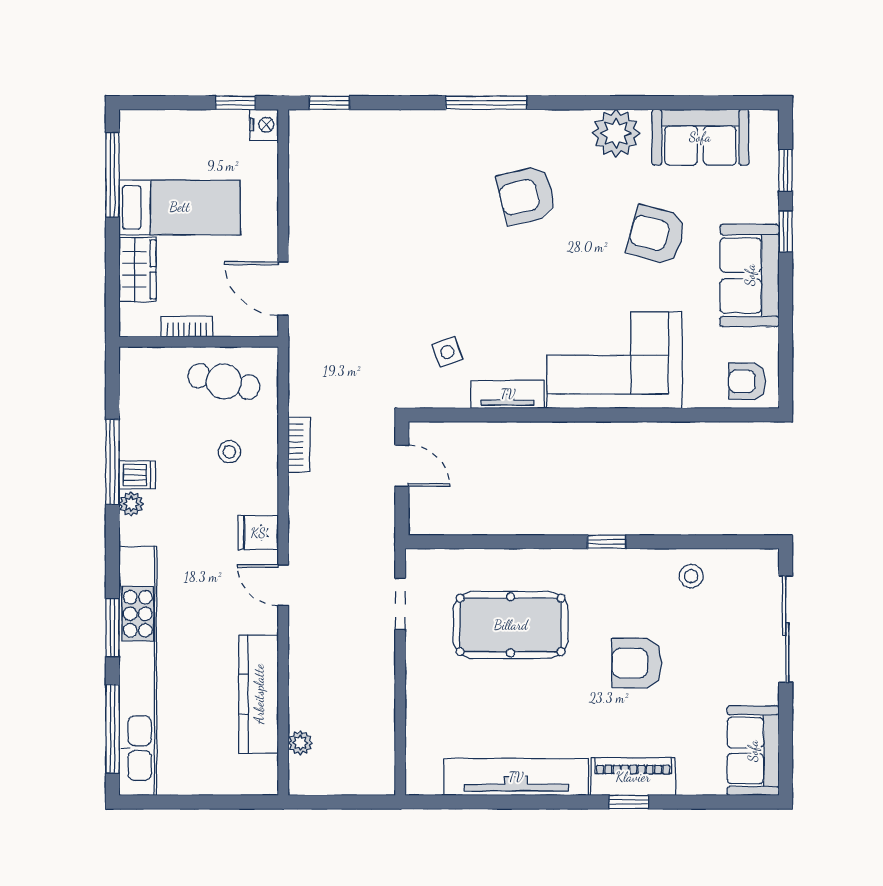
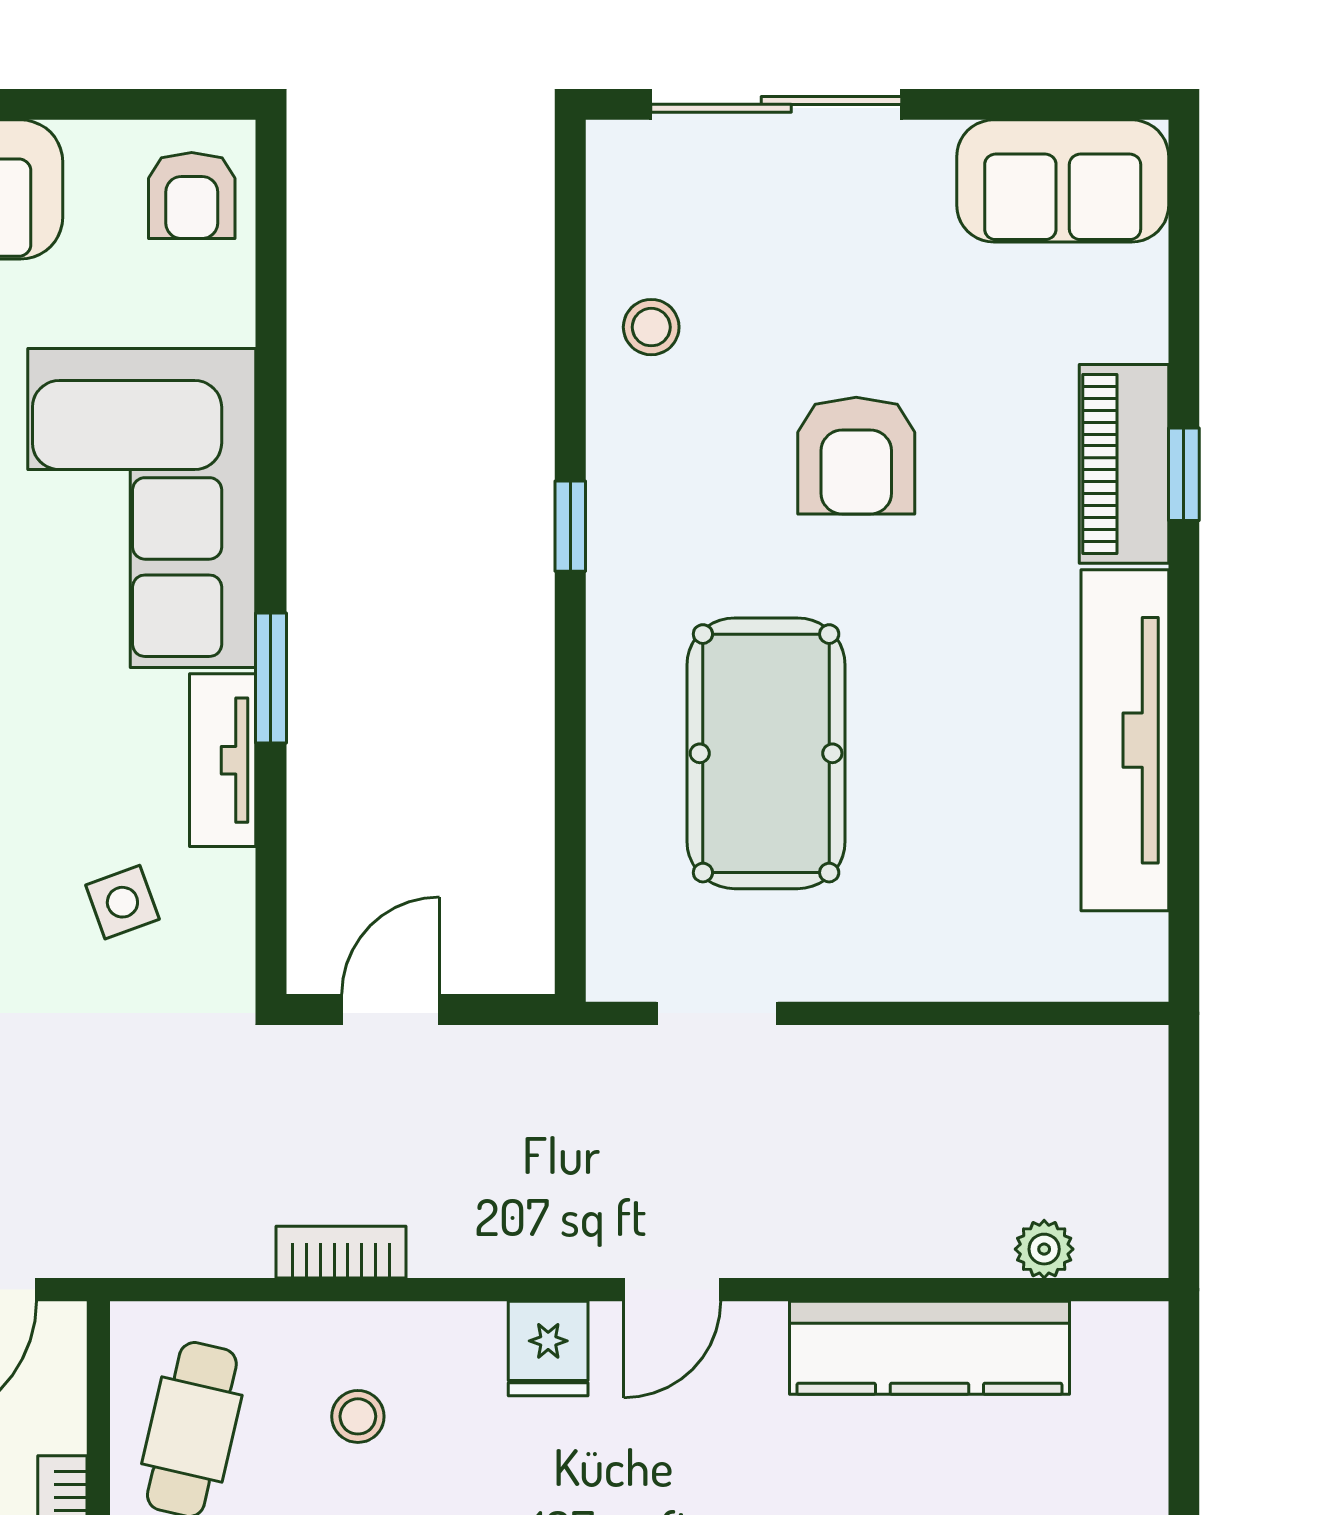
window: (542, 415) -> (271, 678), added

